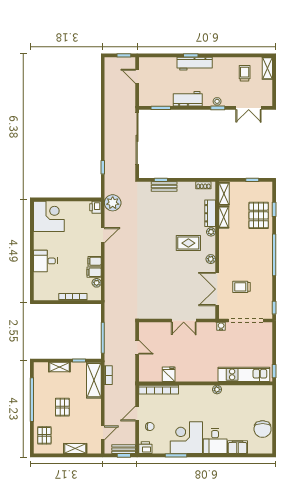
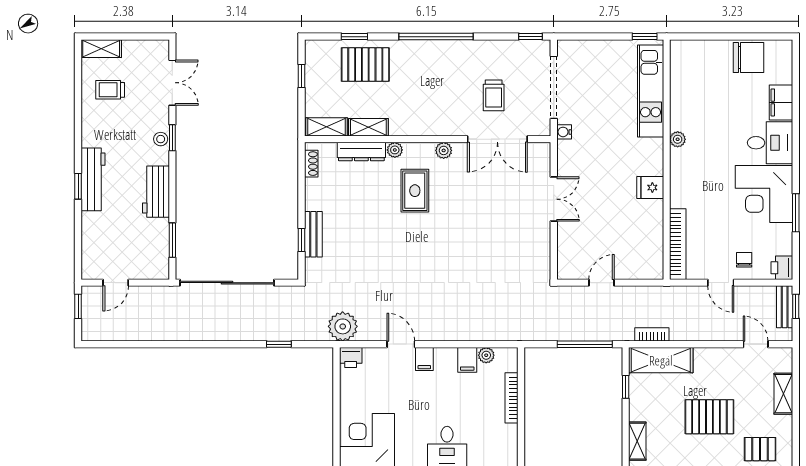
filing cabinet: (95, 261) -> (424, 359), moved
shelving: (59, 367) -> (637, 441), moved
fridge: (169, 374) -> (650, 188), moved
pallet: (62, 407) -> (709, 417), width x1.50, depth x1.42

